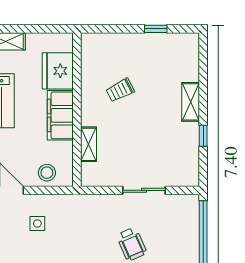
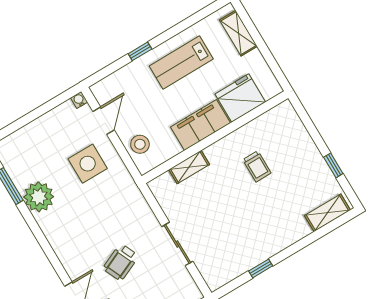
trolley: (120, 90) -> (257, 166), turned -153
shelving: (191, 102) -> (327, 213), moved
side table: (37, 223) -> (88, 164), width x1.87, depth x1.87

